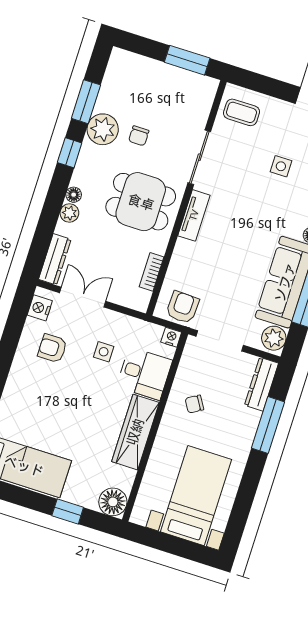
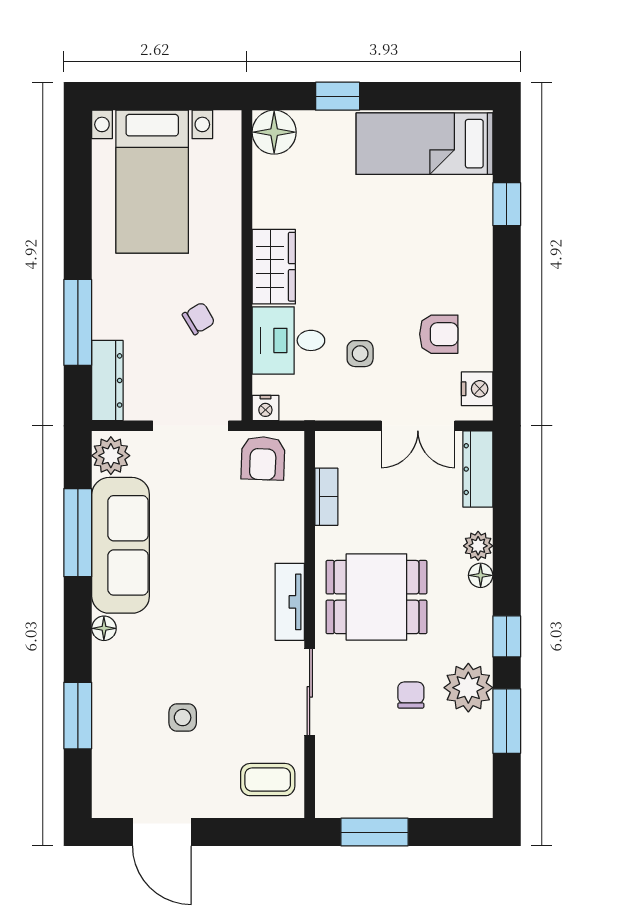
wardrobe: (135, 432) -> (274, 267), width x0.67

